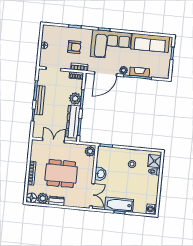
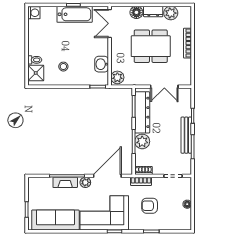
washbasin: (100, 174) -> (102, 64), moved
floor lamp: (31, 198) -> (136, 12), moved

